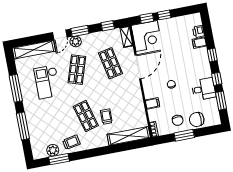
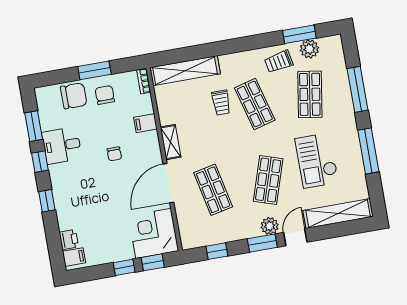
shelving: (126, 37) -> (171, 142), moved
filing cabinet: (199, 43) -> (74, 257), moved
checkout: (47, 82) -> (317, 161), turned 180
shop shelf: (52, 122) -> (310, 94), added

